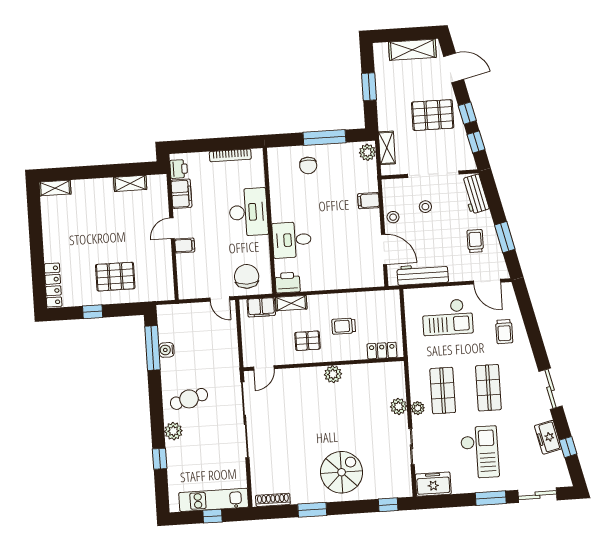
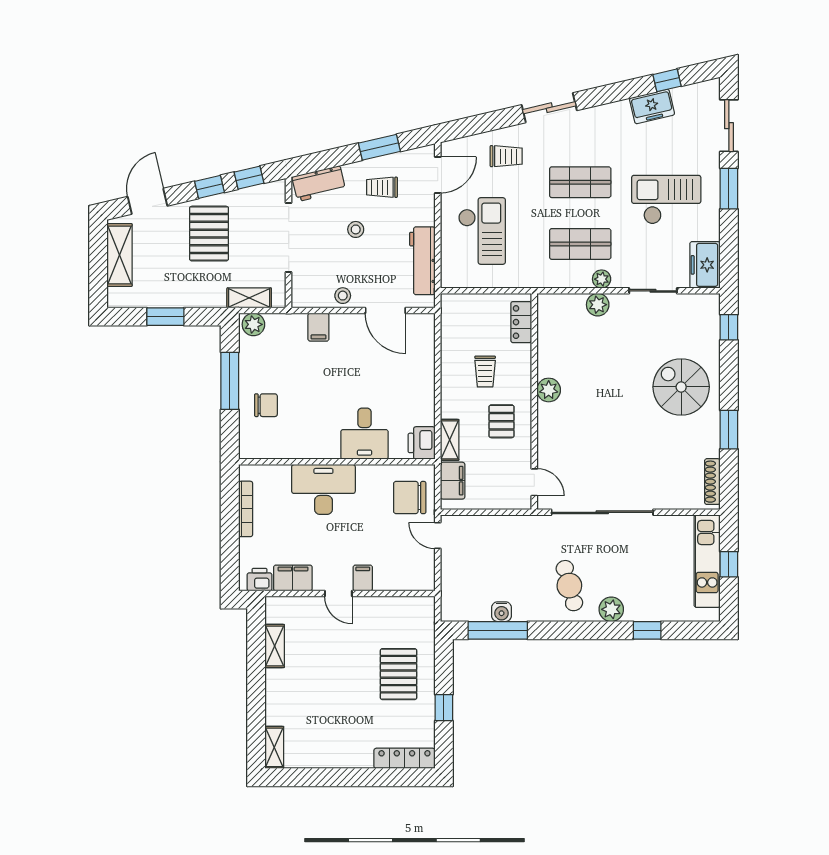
stool: (425, 207) -> (356, 229), moved
door: (384, 249) -> (385, 311), swing flipped
door: (220, 299) -> (438, 535), swing flipped
sliding door: (550, 389) -> (549, 108), moved

